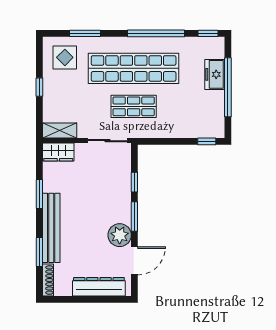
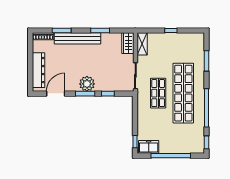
display table: (65, 57) -> (191, 47), removed
freezer: (215, 74) -> (149, 147), moved
plant: (120, 235) -> (87, 84), moved
door: (134, 261) -> (56, 94), swing flipped

